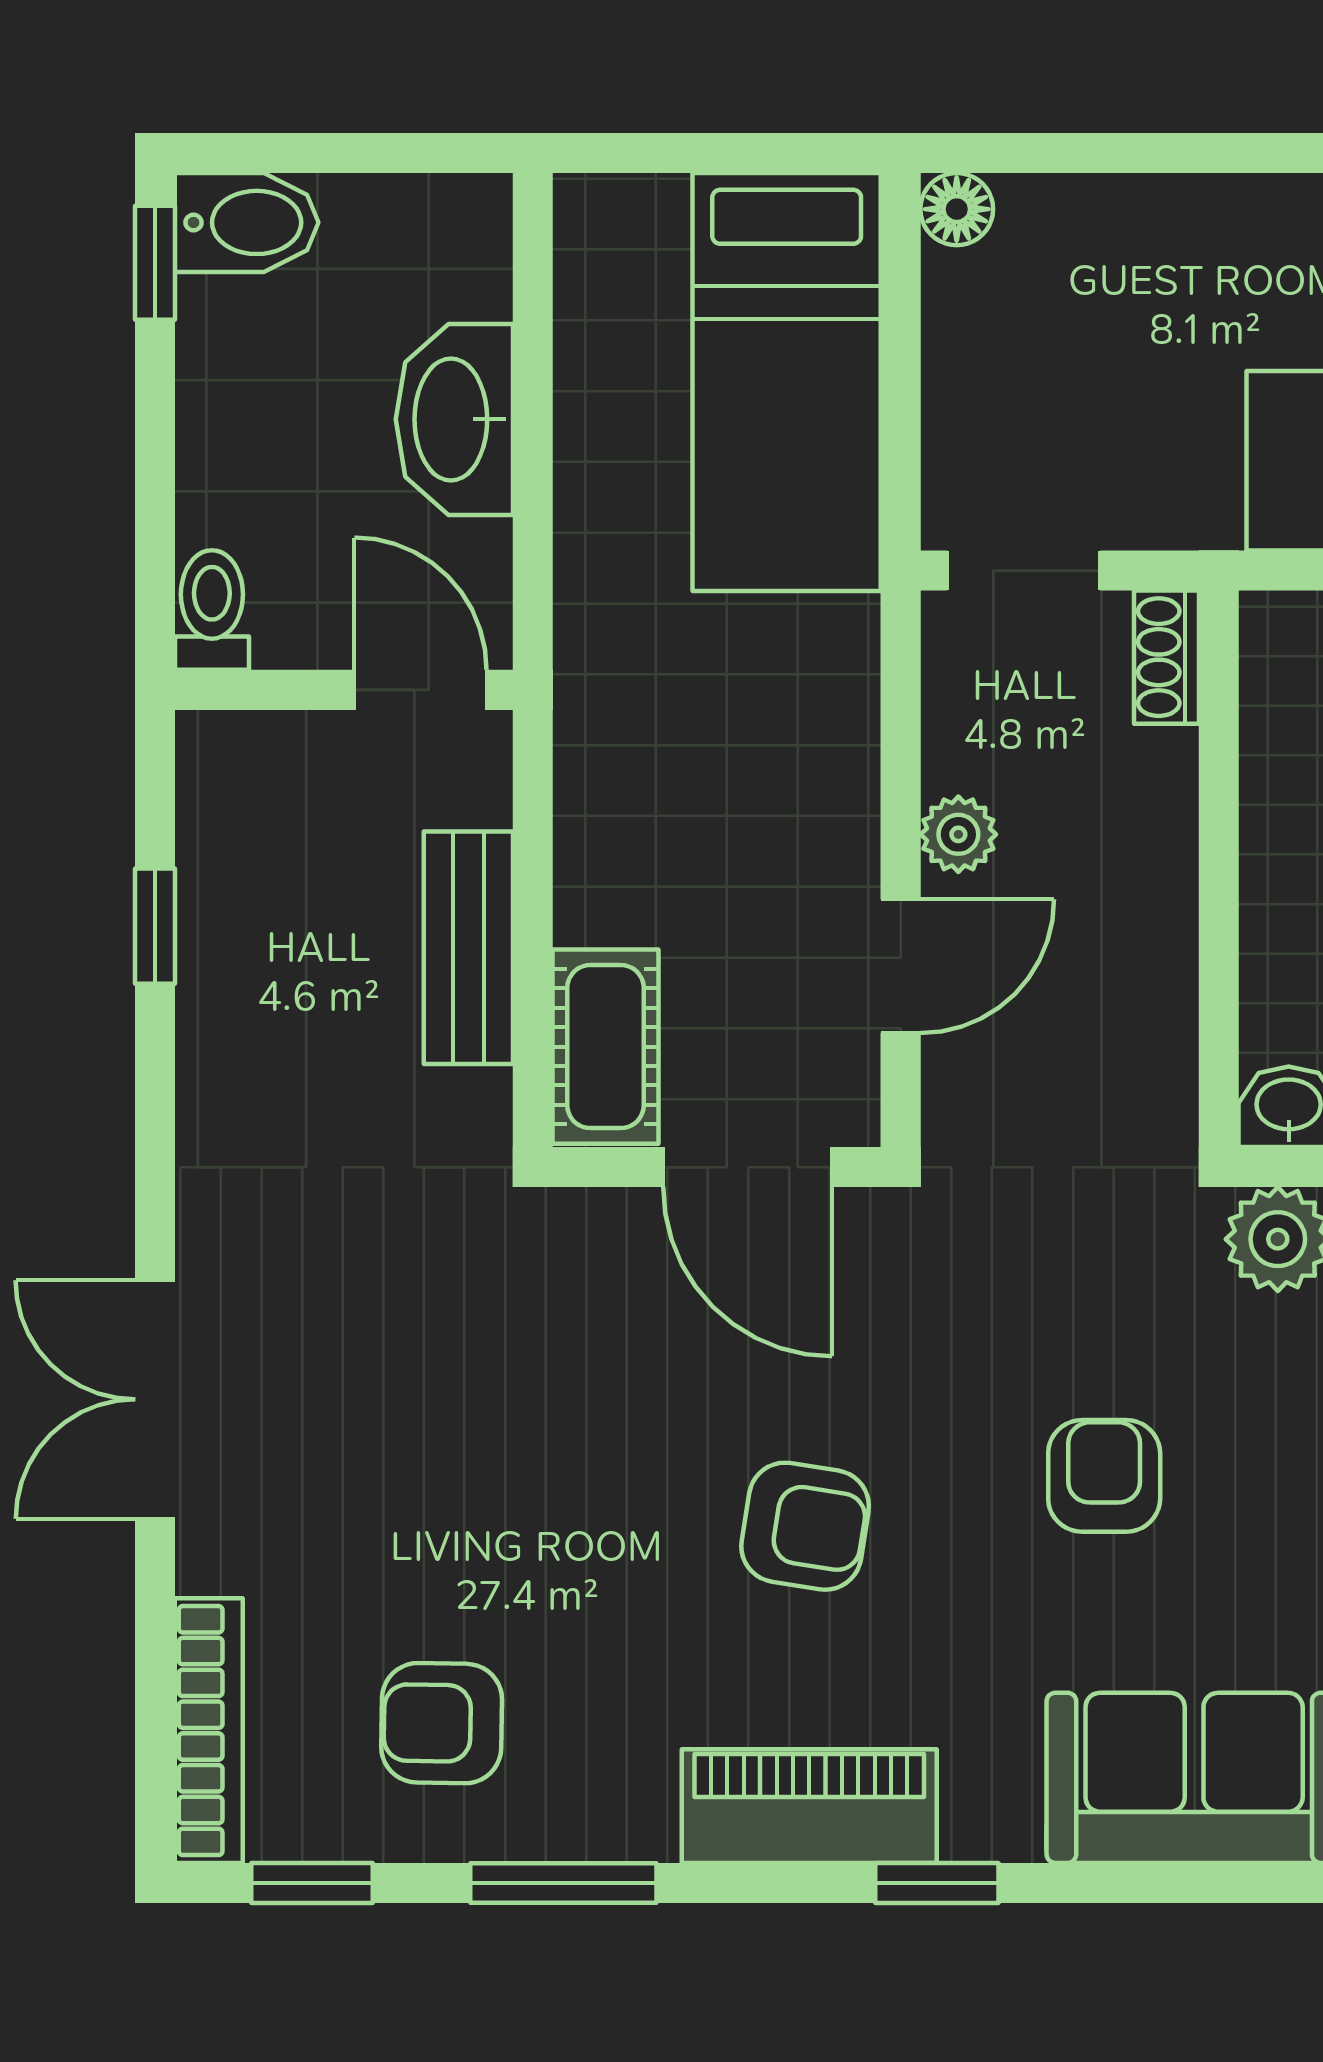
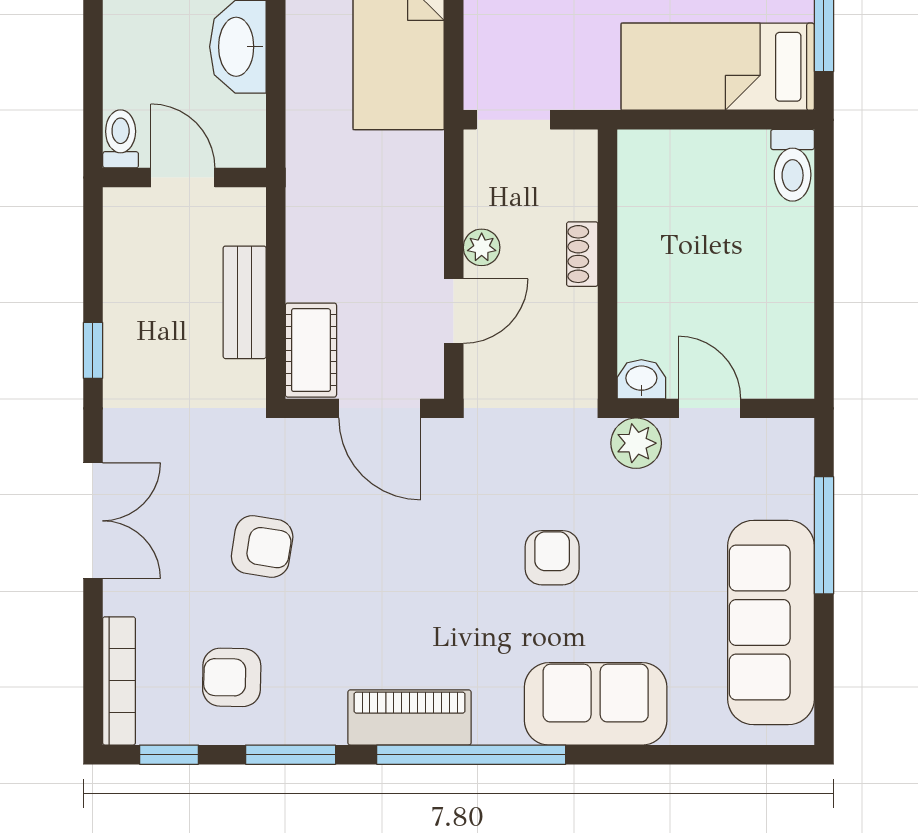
shoe rack: (1167, 657) -> (582, 254), moved
door: (421, 690) -> (183, 178), moved
window: (155, 926) -> (93, 350), moved
double door: (155, 1399) -> (93, 521), swing flipped
armchair: (805, 1526) -> (262, 547), moved
window: (937, 1883) -> (471, 755), width x3.17

